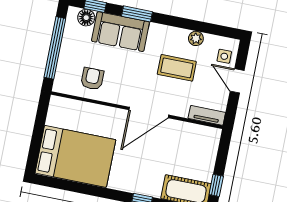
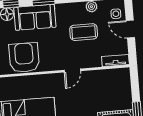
armchair: (92, 79) -> (24, 58), width x1.88, depth x1.88
door: (149, 112) -> (72, 70), width x0.53

